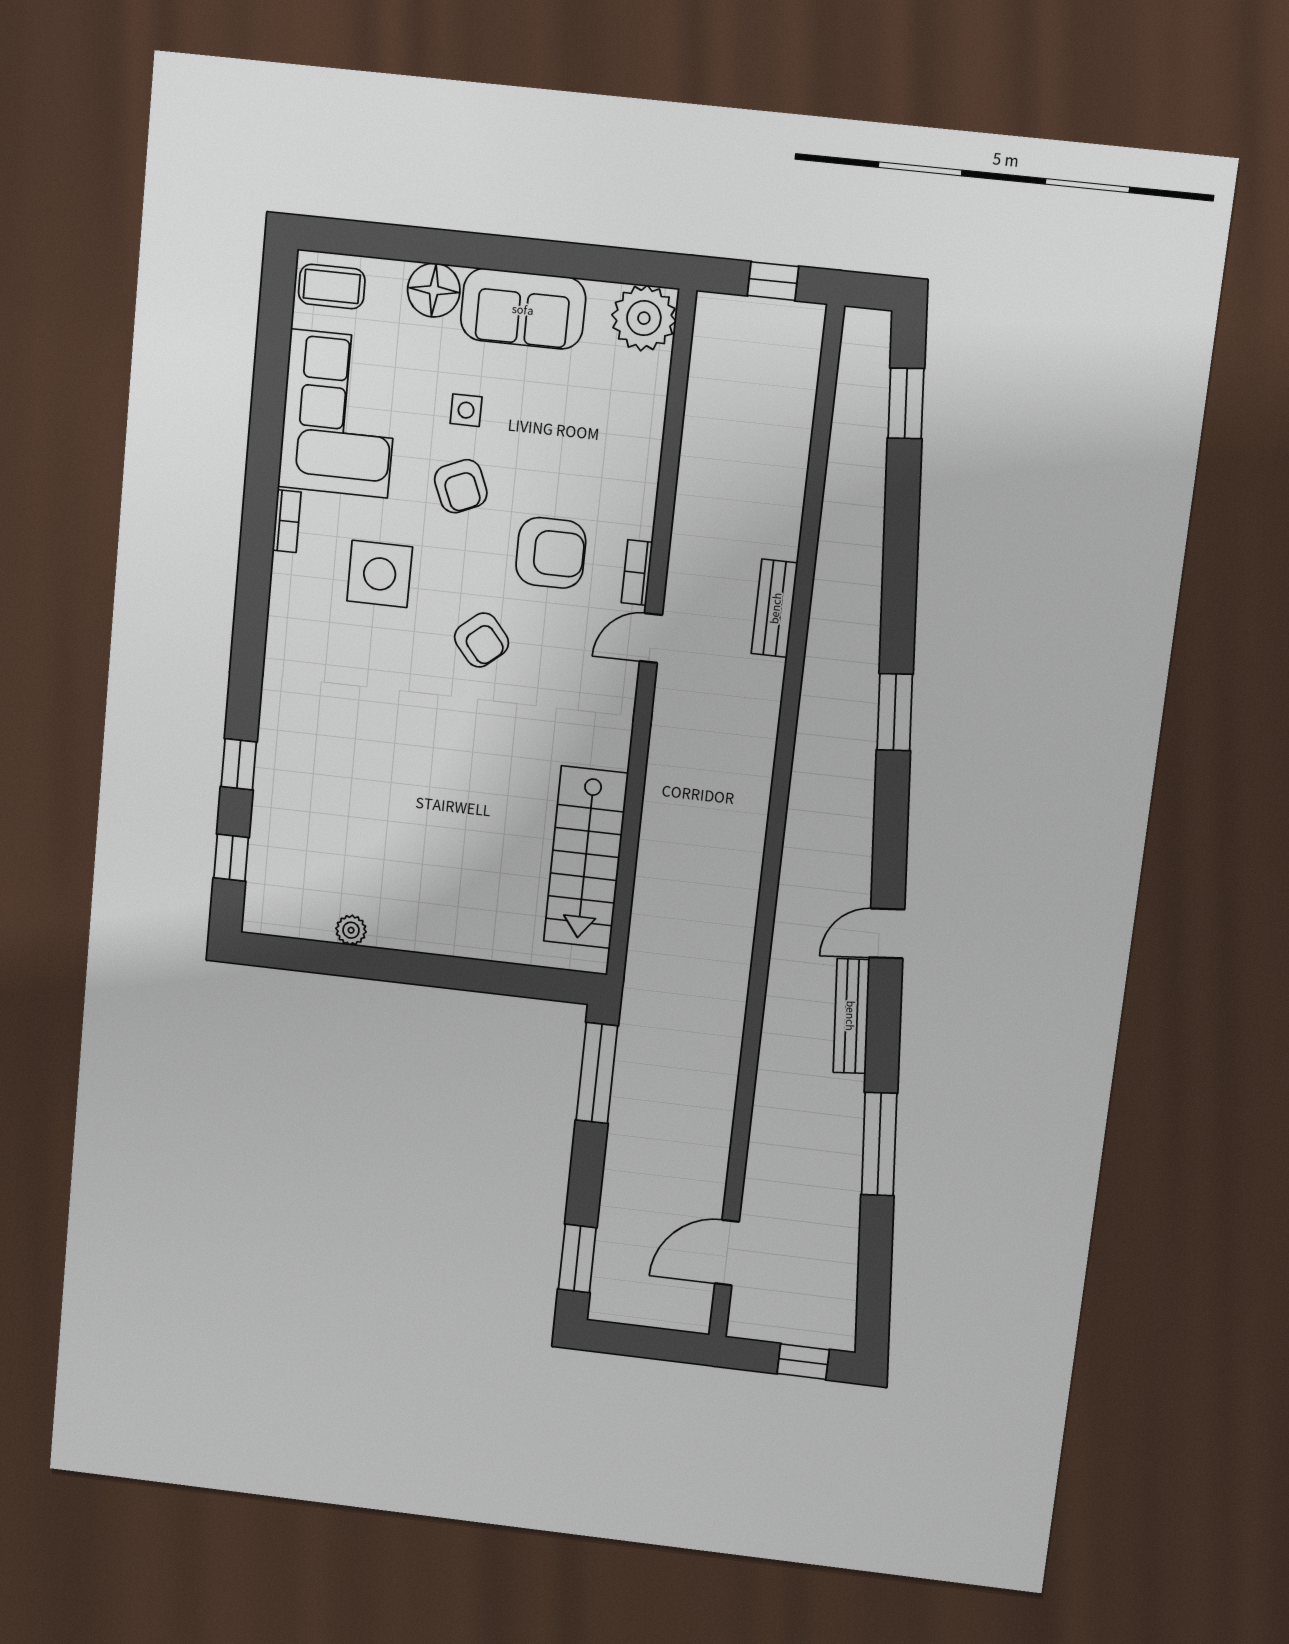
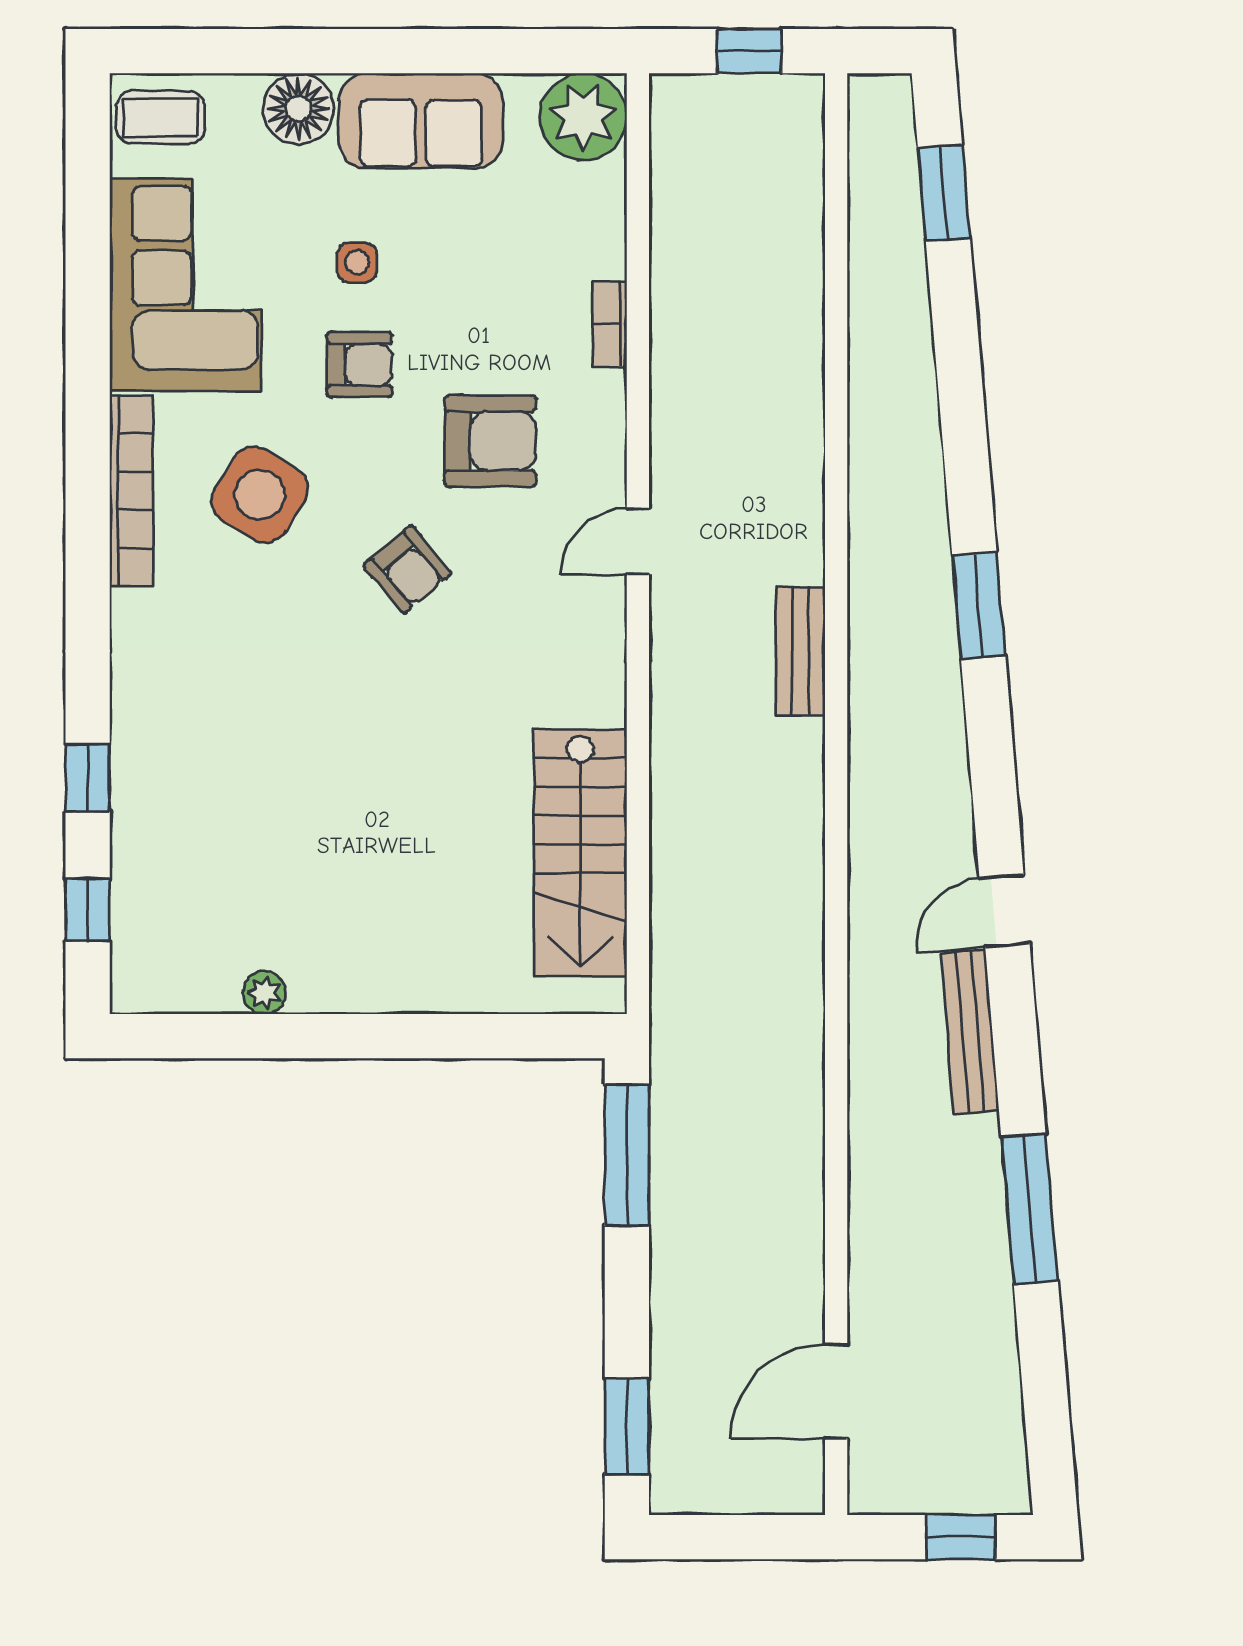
armchair: (461, 486) -> (359, 365), turned -67
bookcase: (287, 521) -> (131, 491), width x2.31, depth x1.31
bookcase: (637, 573) -> (610, 324), moved
side table: (380, 574) -> (260, 495), turned 31
bench: (775, 608) -> (800, 651), moved

